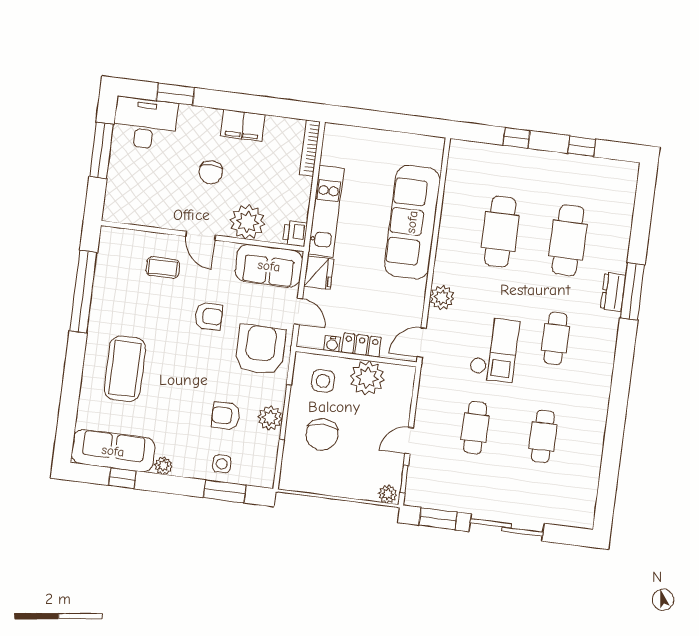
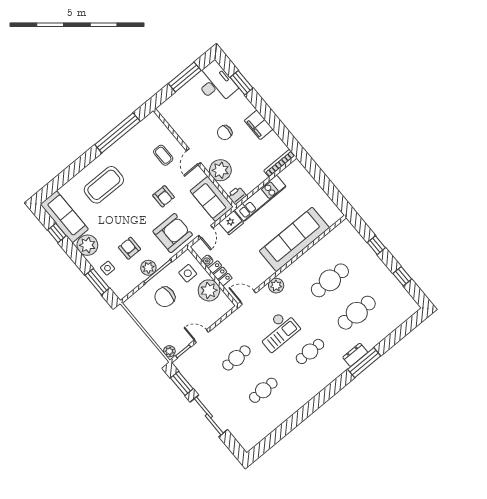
plant: (163, 466) -> (87, 245), width x1.88, depth x1.88

